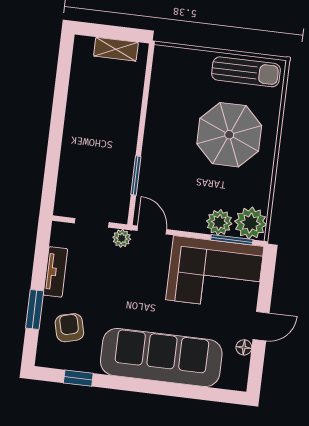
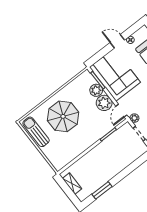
window: (62, 84) -> (102, 190), added
plant: (250, 223) -> (104, 103), moved

